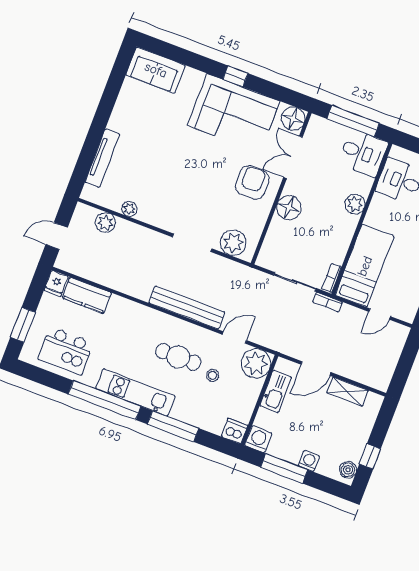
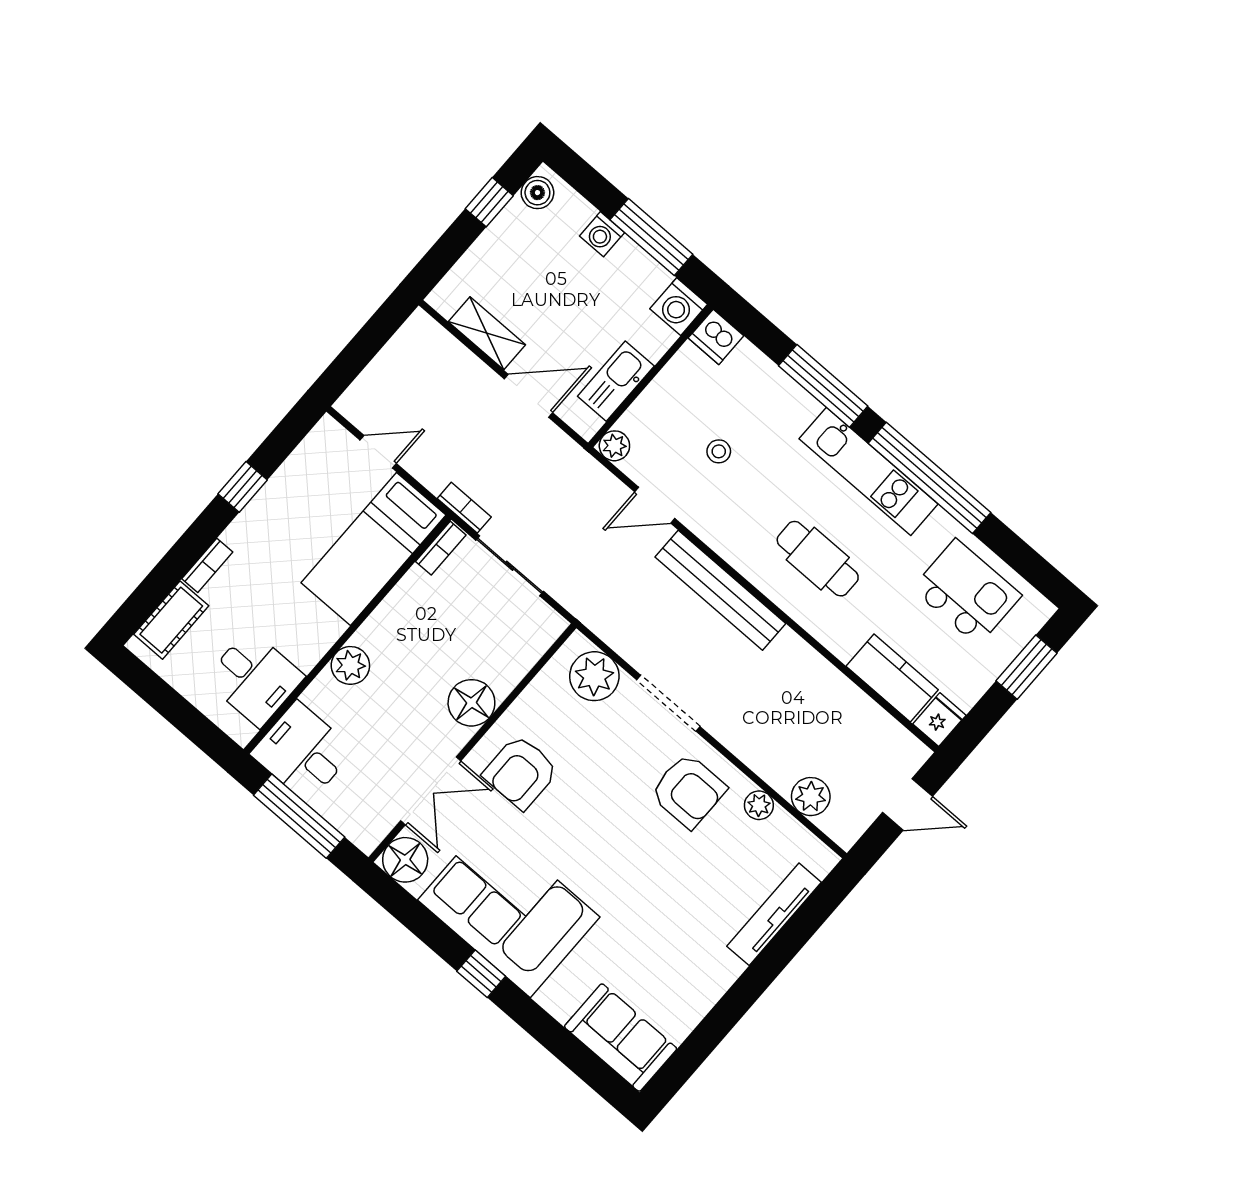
armchair: (167, 203) -> (688, 791), added
cafe table: (178, 357) -> (818, 559), moved
plant: (256, 363) -> (614, 446), width x0.53, depth x0.53

